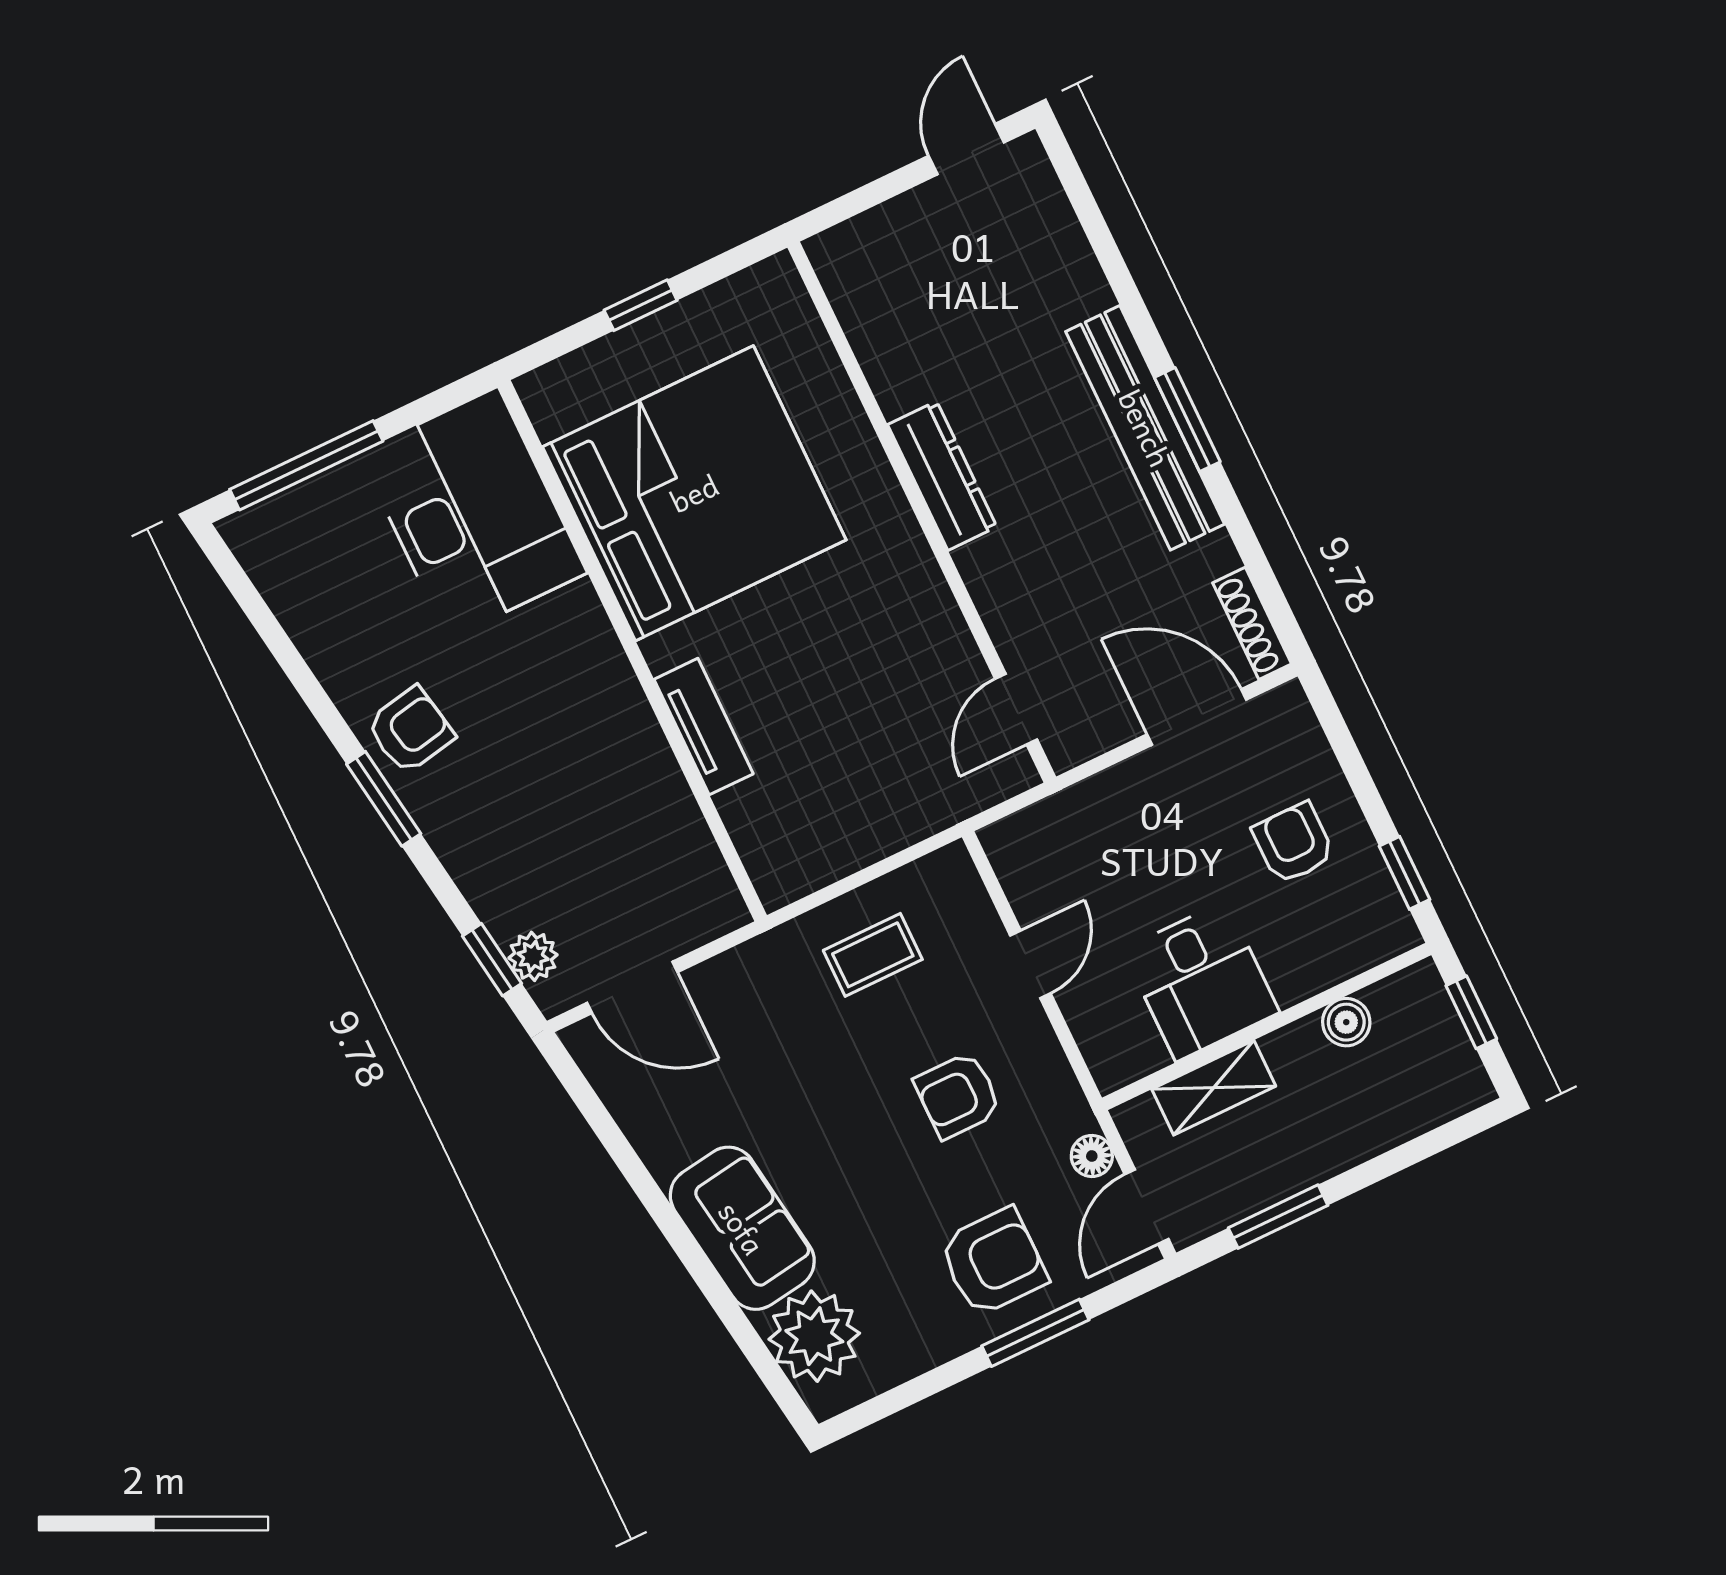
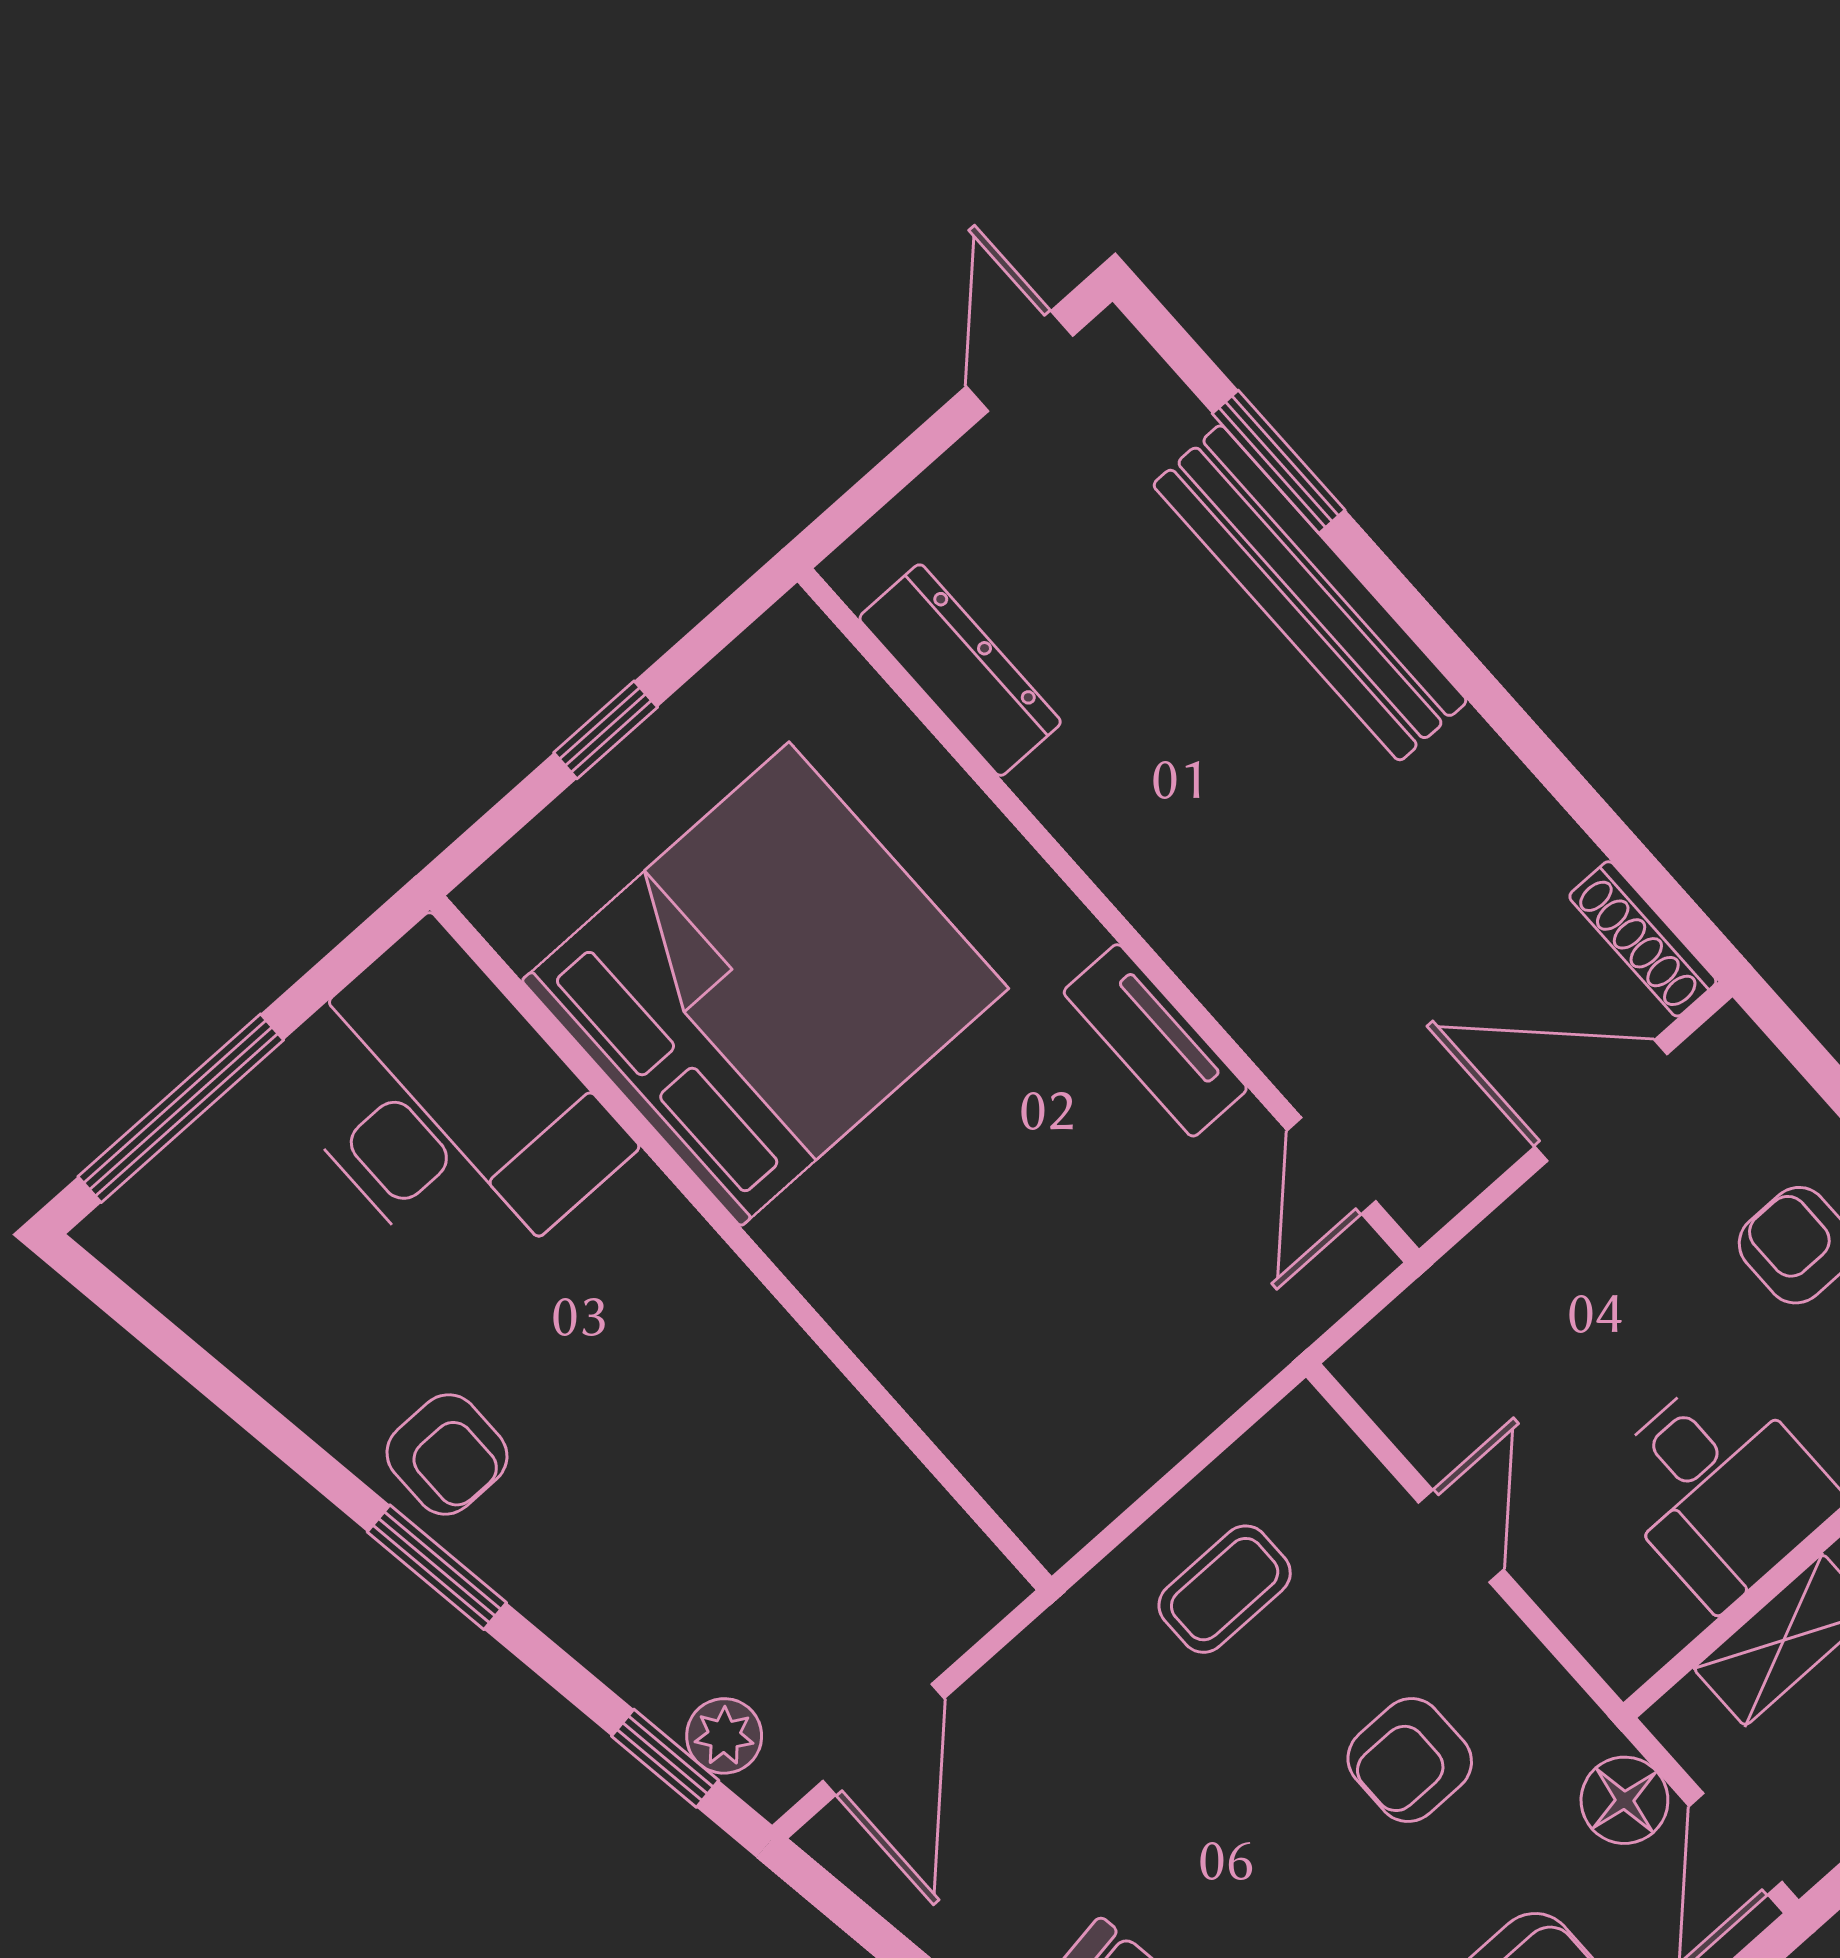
window: (1187, 420) -> (1279, 462), moved
bench: (1145, 428) -> (1310, 593), moved
dresser: (942, 476) -> (960, 670), moved
tv unit: (704, 727) -> (1155, 1040), moved, turned 180
armchair: (410, 730) -> (447, 1454), turned 101
door: (632, 987) -> (884, 1740), hinge flipped
floor lamp: (1092, 1156) -> (1624, 1800), width x1.37, depth x1.37

